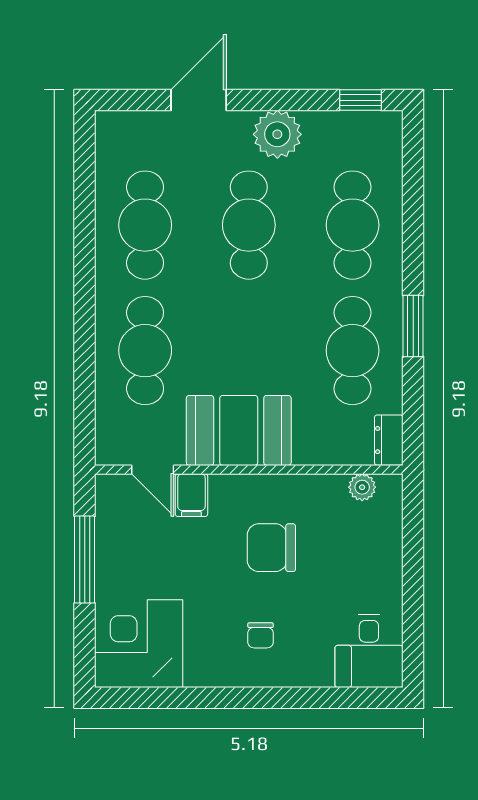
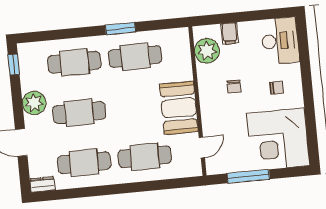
dresser: (389, 440) -> (42, 184), moved, turned 180
plant: (362, 487) -> (207, 51), width x1.88, depth x1.88
filing cabinet: (191, 495) -> (230, 33), moved, turned 90
chair: (271, 548) -> (234, 87), width x0.54, depth x0.54
corner desk: (139, 644) -> (278, 139), width x1.36, depth x1.36
desk: (369, 651) -> (280, 41), width x1.37

